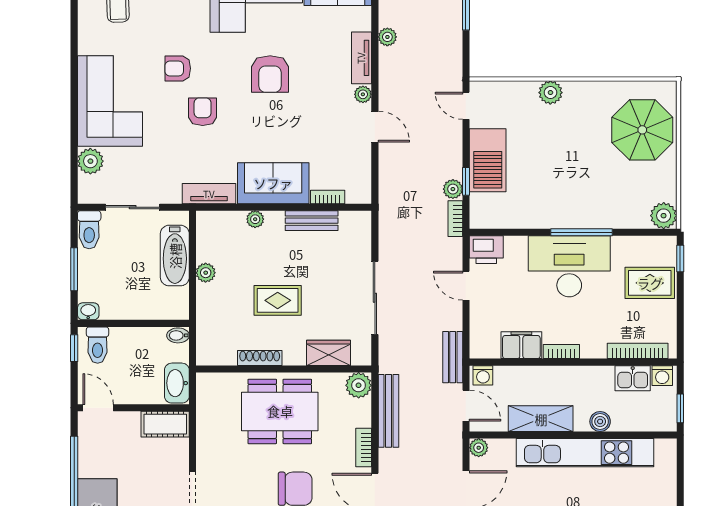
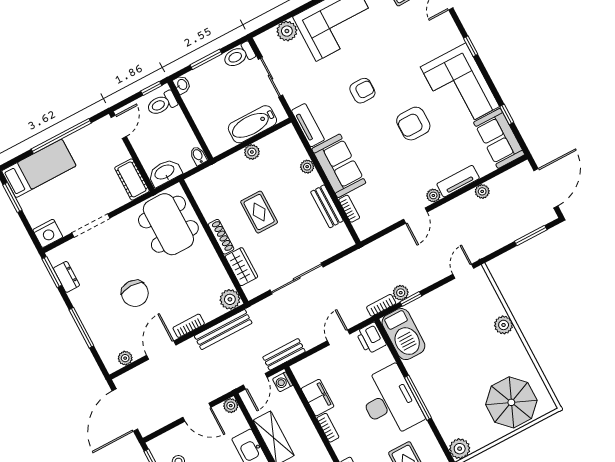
armchair: (178, 68) -> (383, 58), removed
barbecue: (488, 160) -> (403, 334), moved, turned -90
shoe rack: (260, 358) -> (221, 237), moved
dining table: (280, 411) -> (168, 224), moved

